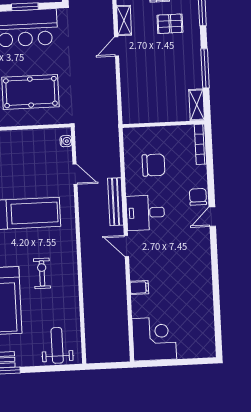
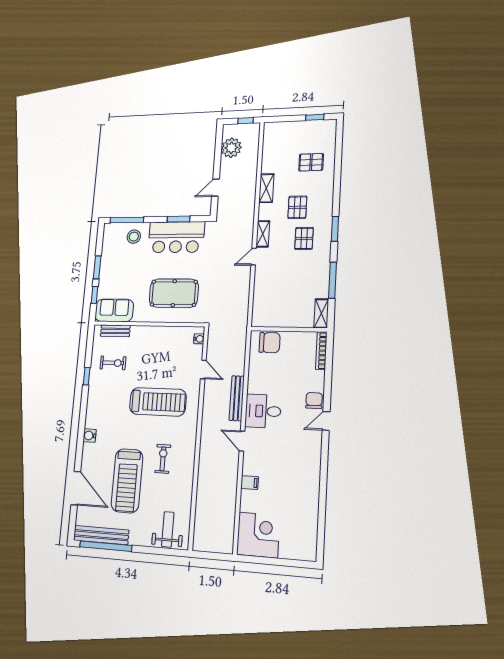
pallet: (170, 24) -> (304, 238), turned 90
chair: (154, 165) -> (270, 343), moved

